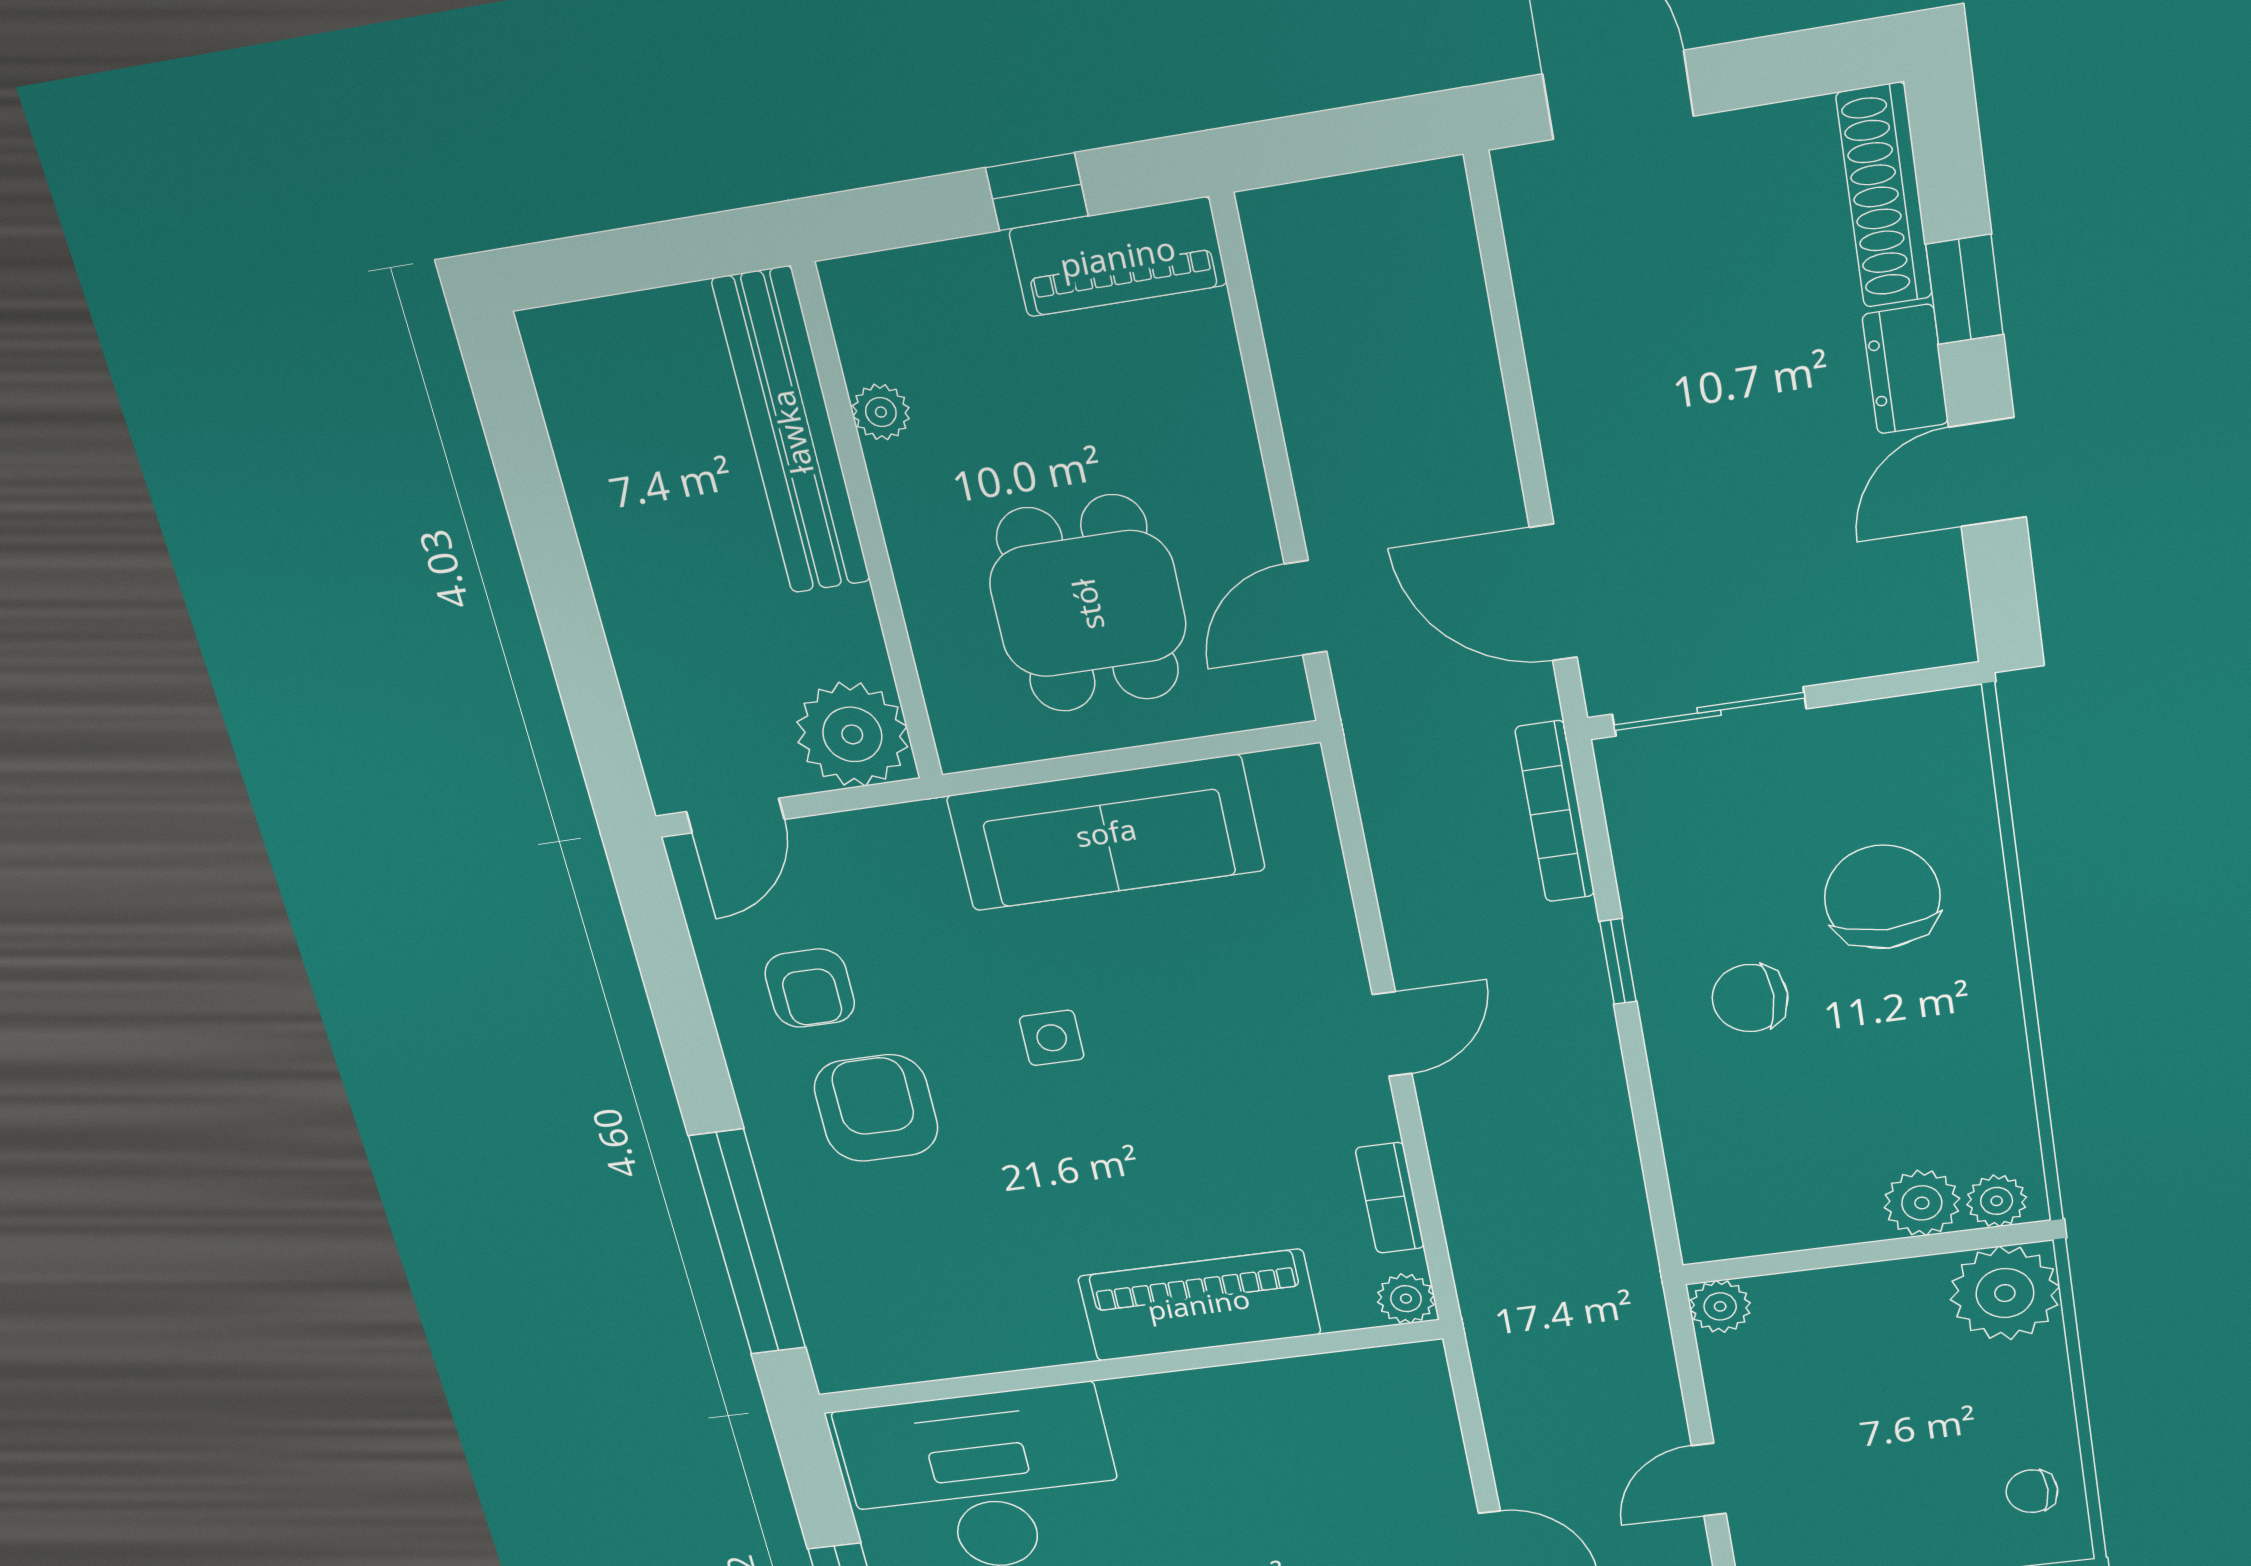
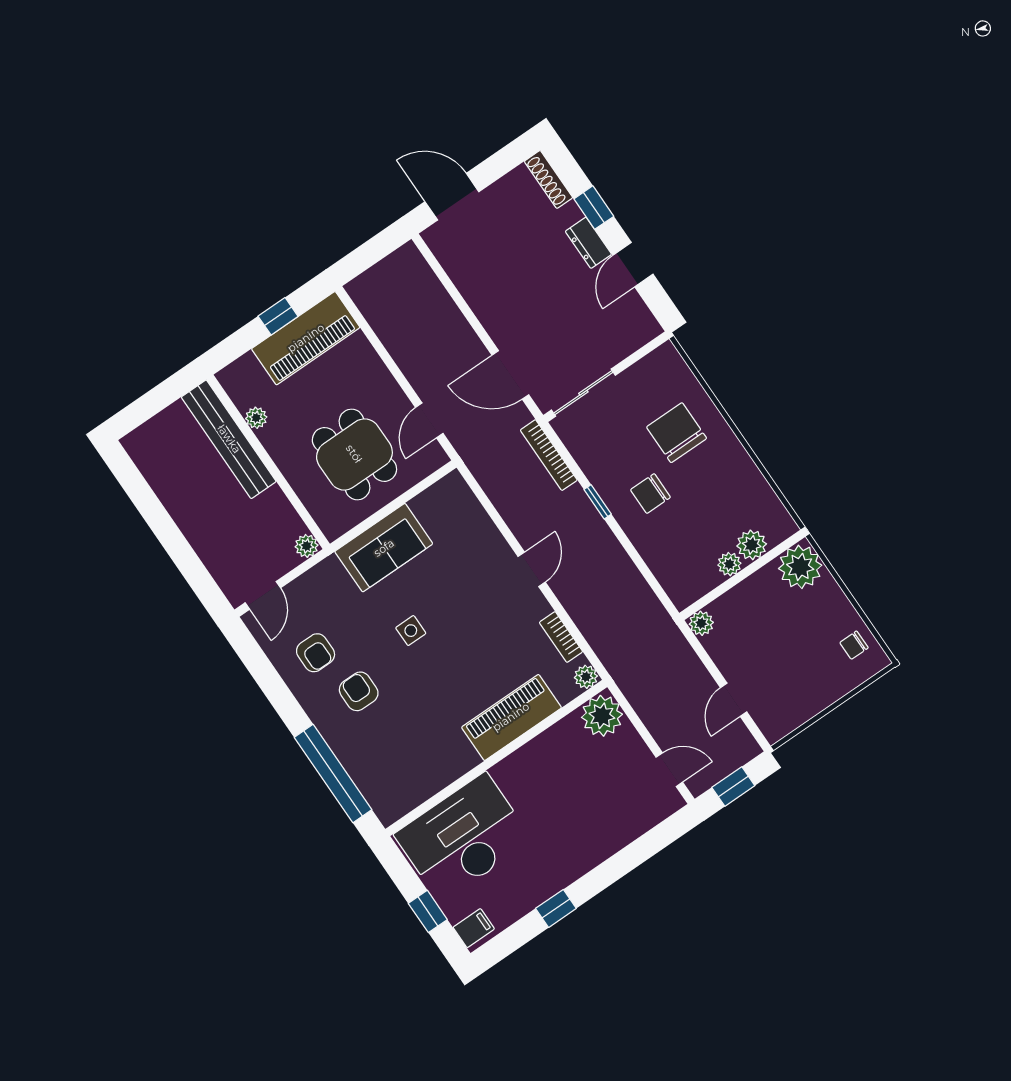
shoe rack: (1884, 196) -> (549, 179), width x0.74, depth x0.81
piano: (1118, 257) -> (306, 338), width x1.37, depth x1.33
plant: (852, 734) -> (307, 546), width x0.53, depth x0.53
sofa: (1106, 833) -> (384, 548), width x0.73
armchair: (876, 1108) -> (359, 691), width x0.72, depth x0.72
plant: (1997, 1201) -> (729, 564), moved
plant: (1403, 1387) -> (602, 716), added

